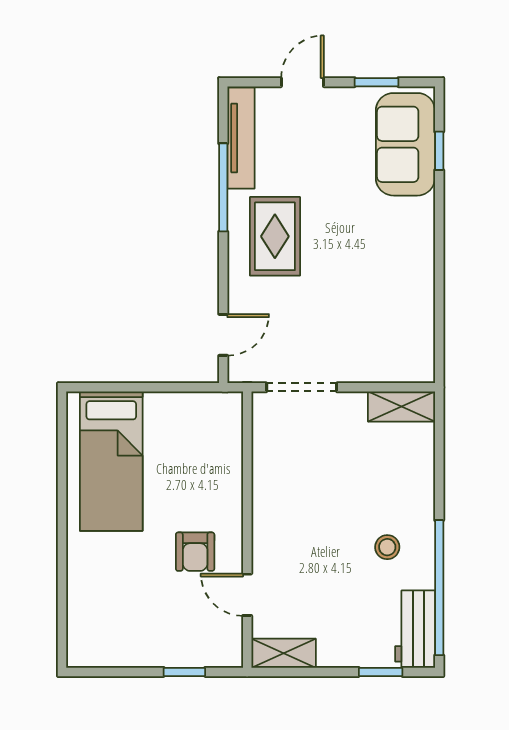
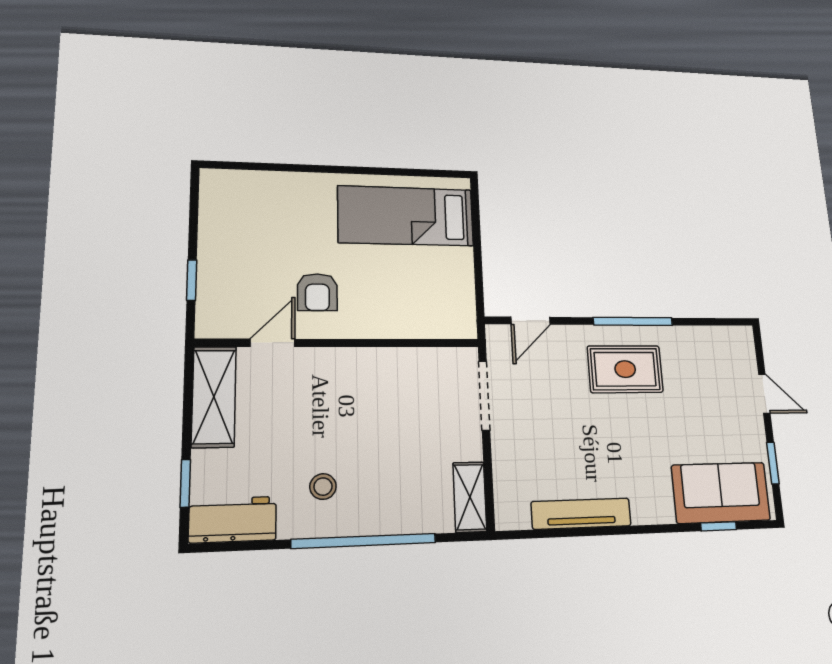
tv unit: (241, 138) -> (581, 514), moved, turned 180
window: (223, 187) -> (633, 321), moved
door: (223, 335) -> (530, 321), hinge flipped
armchair: (195, 552) -> (317, 292), turned -90
window: (439, 588) -> (364, 541), moved
shelving: (284, 653) -> (214, 397), width x1.50, depth x1.33

